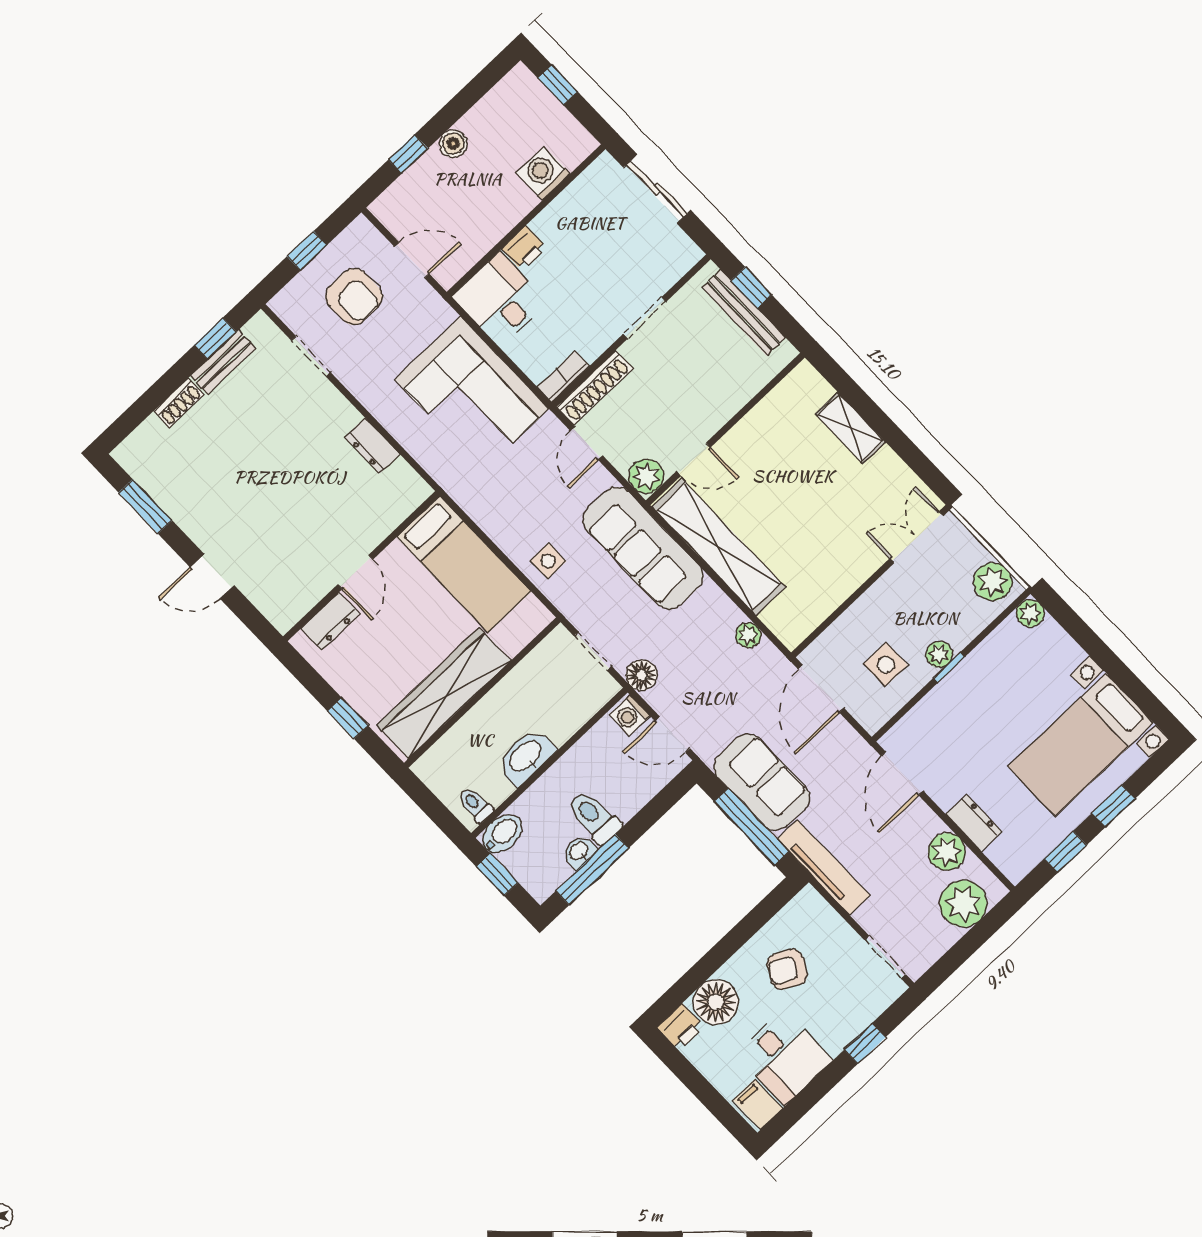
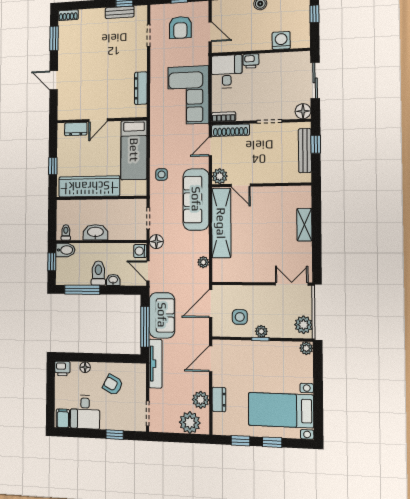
floor lamp: (683, 254) -> (303, 111), added
shoe rack: (179, 403) -> (68, 15), moved
dresser: (372, 446) -> (141, 88), width x1.44
washbasin: (579, 851) -> (113, 280), moved
floor lamp: (716, 1002) -> (85, 367), width x0.53, depth x0.53

